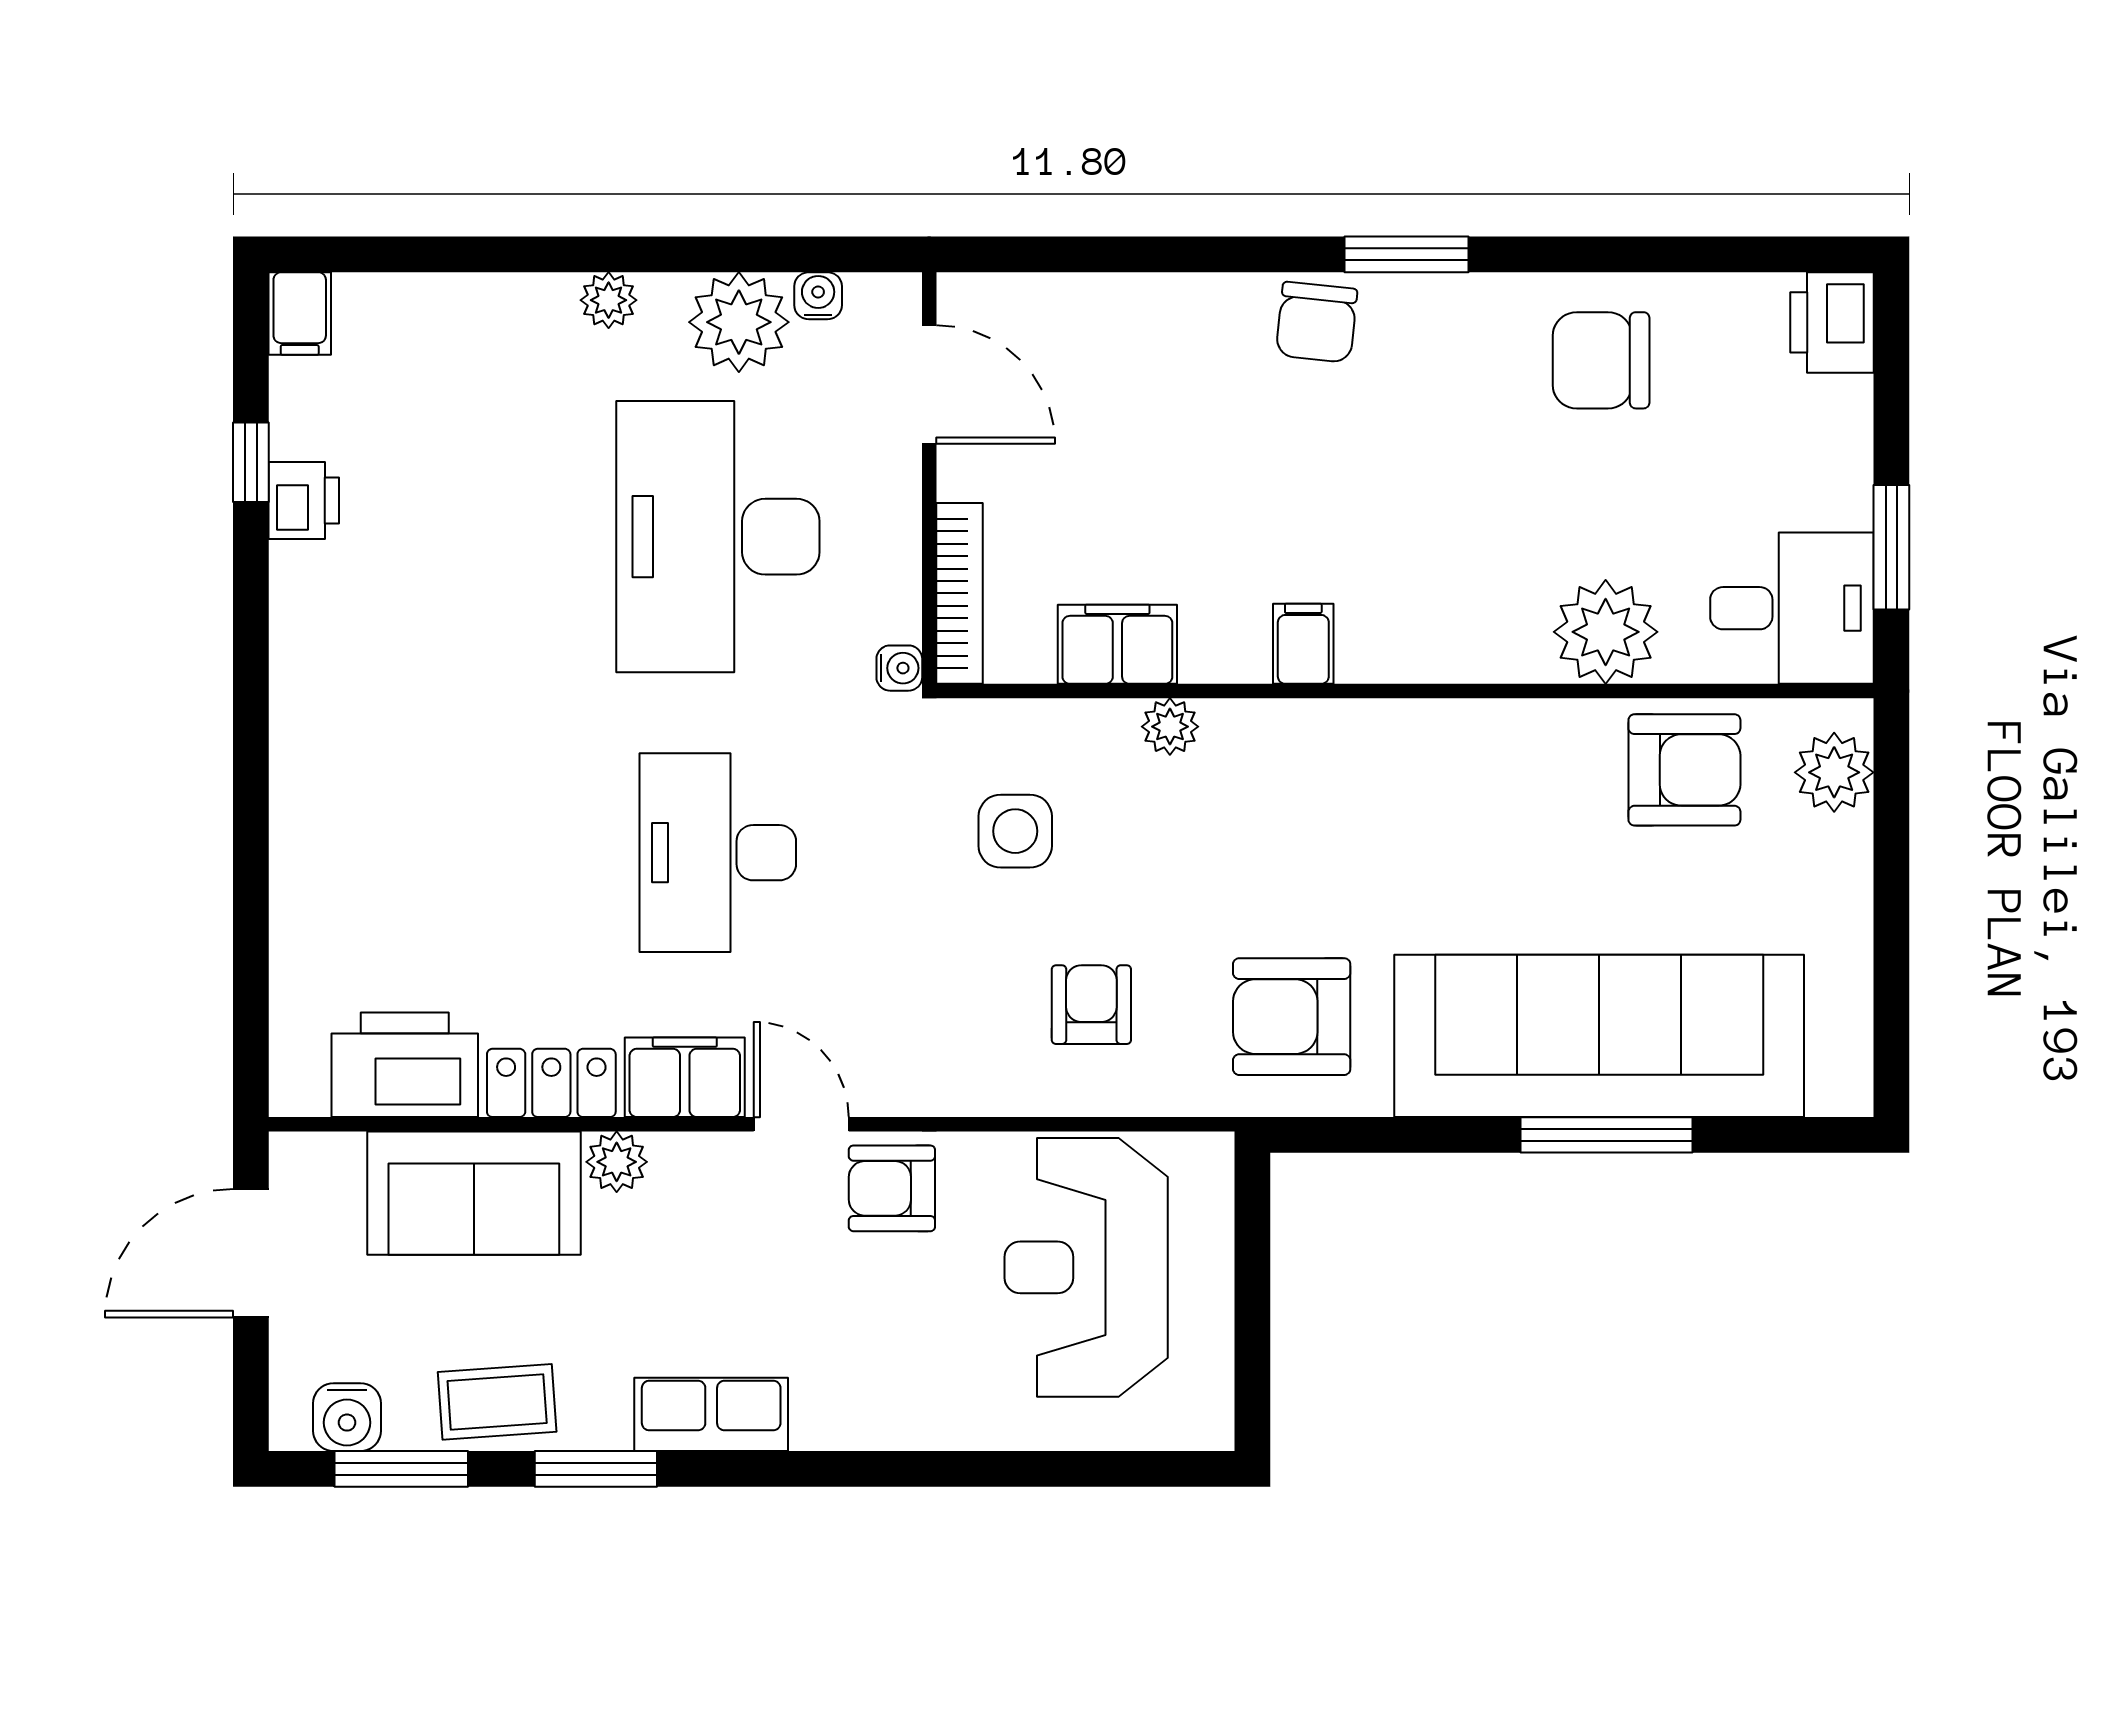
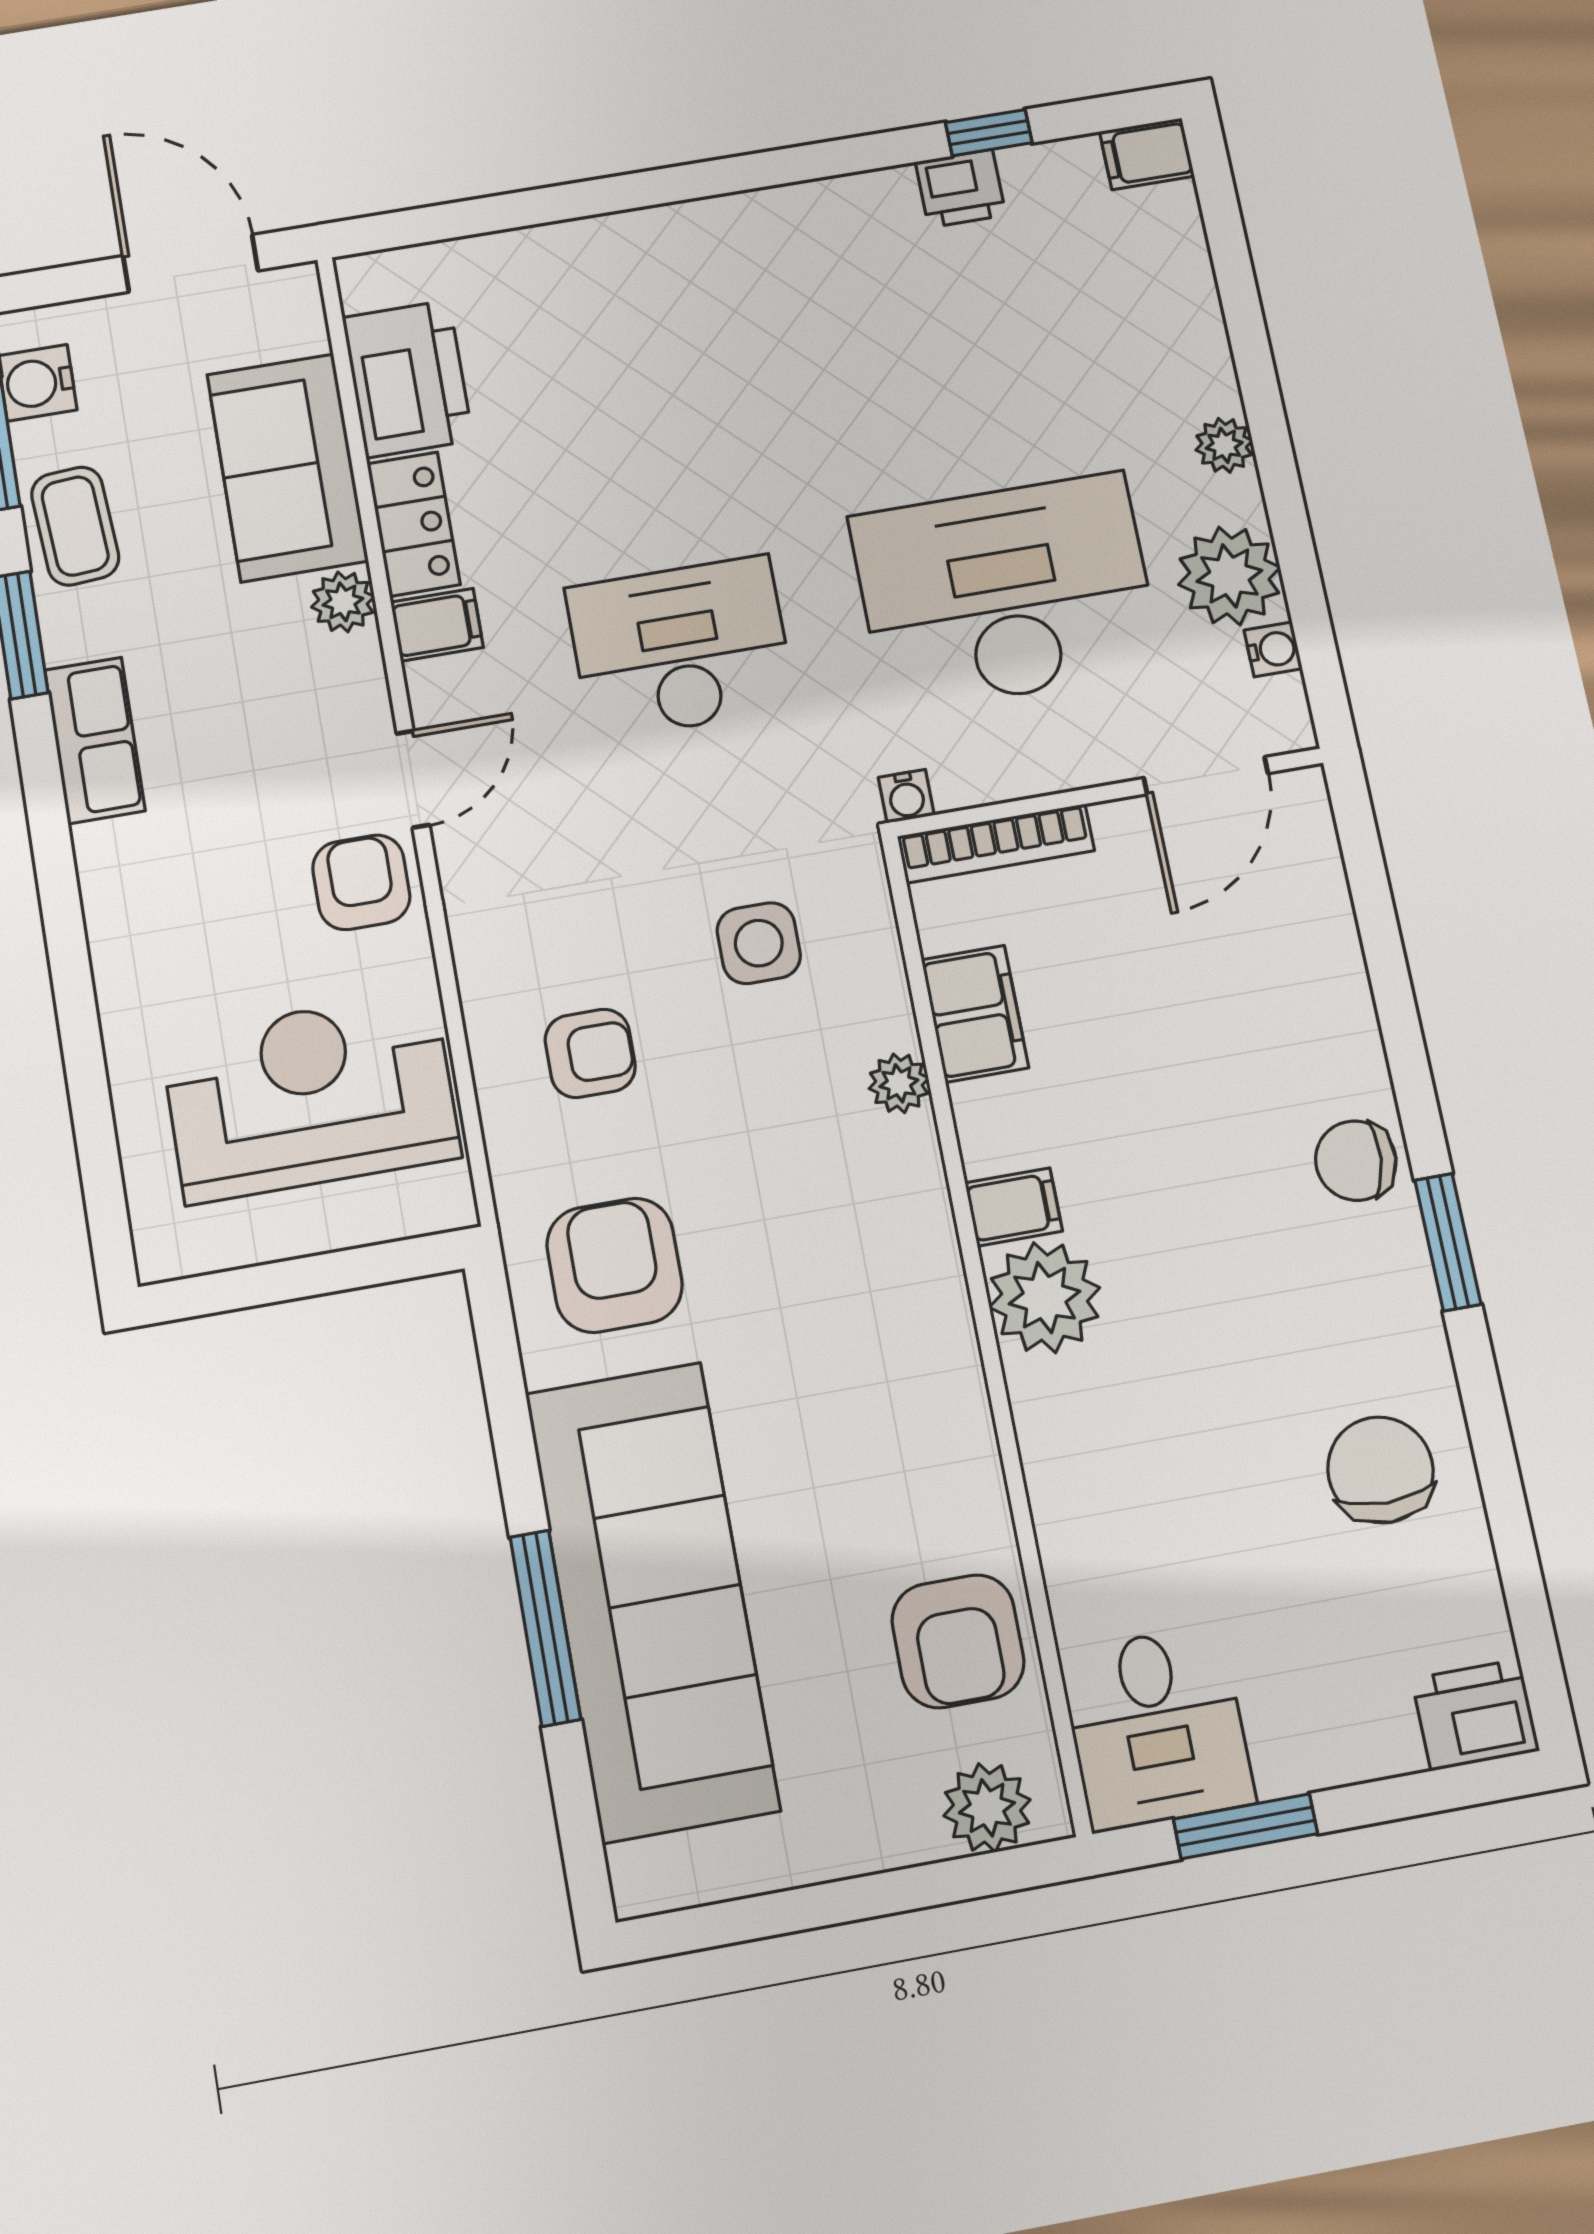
plant: (1606, 632) -> (1045, 1298), moved
filing cabinet: (685, 1077) -> (437, 625), width x0.50

